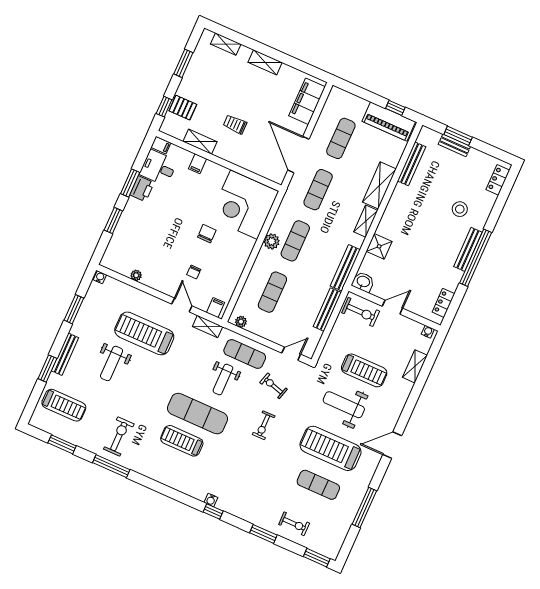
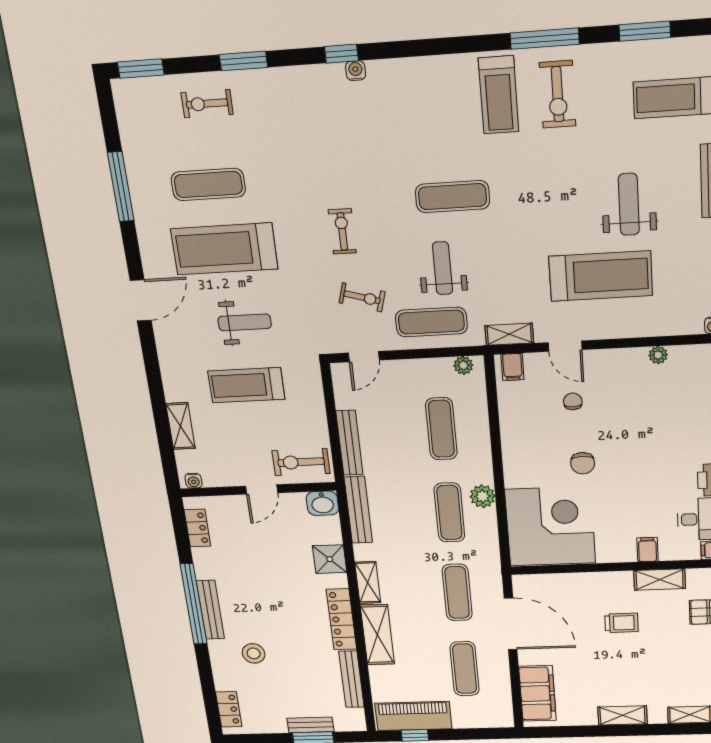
locker: (395, 205) -> (341, 619), added
weight bench: (344, 405) -> (245, 322), width x0.73, depth x0.75
exercise mat: (197, 414) -> (453, 197), width x0.73, depth x0.69
treadmill: (182, 441) -> (499, 95), moved, turned 90
treadmill: (330, 448) -> (224, 249), turned 180

